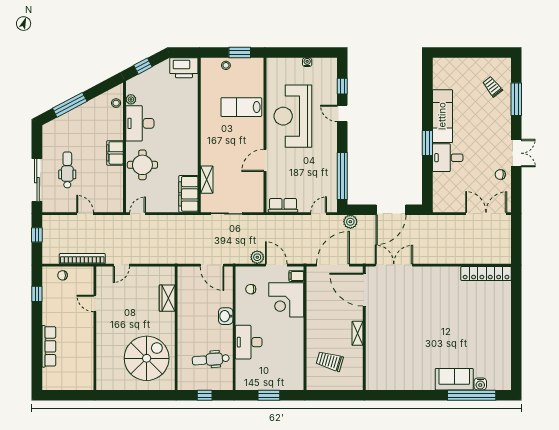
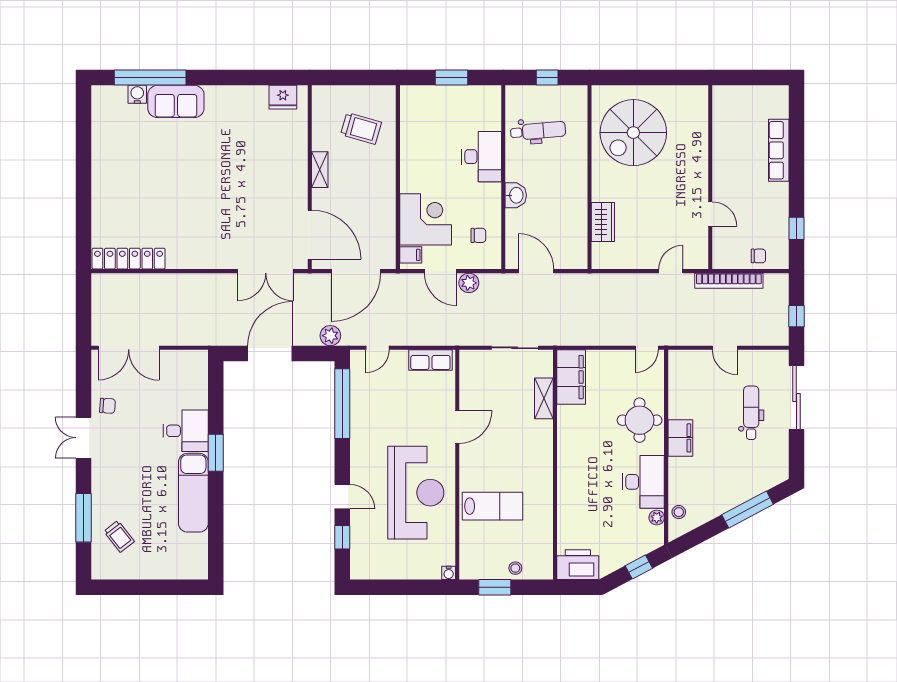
water cooler: (307, 62) -> (449, 573), moved
dental chair: (67, 170) -> (751, 413), turned 180
fridge: (382, 382) -> (283, 97), added

